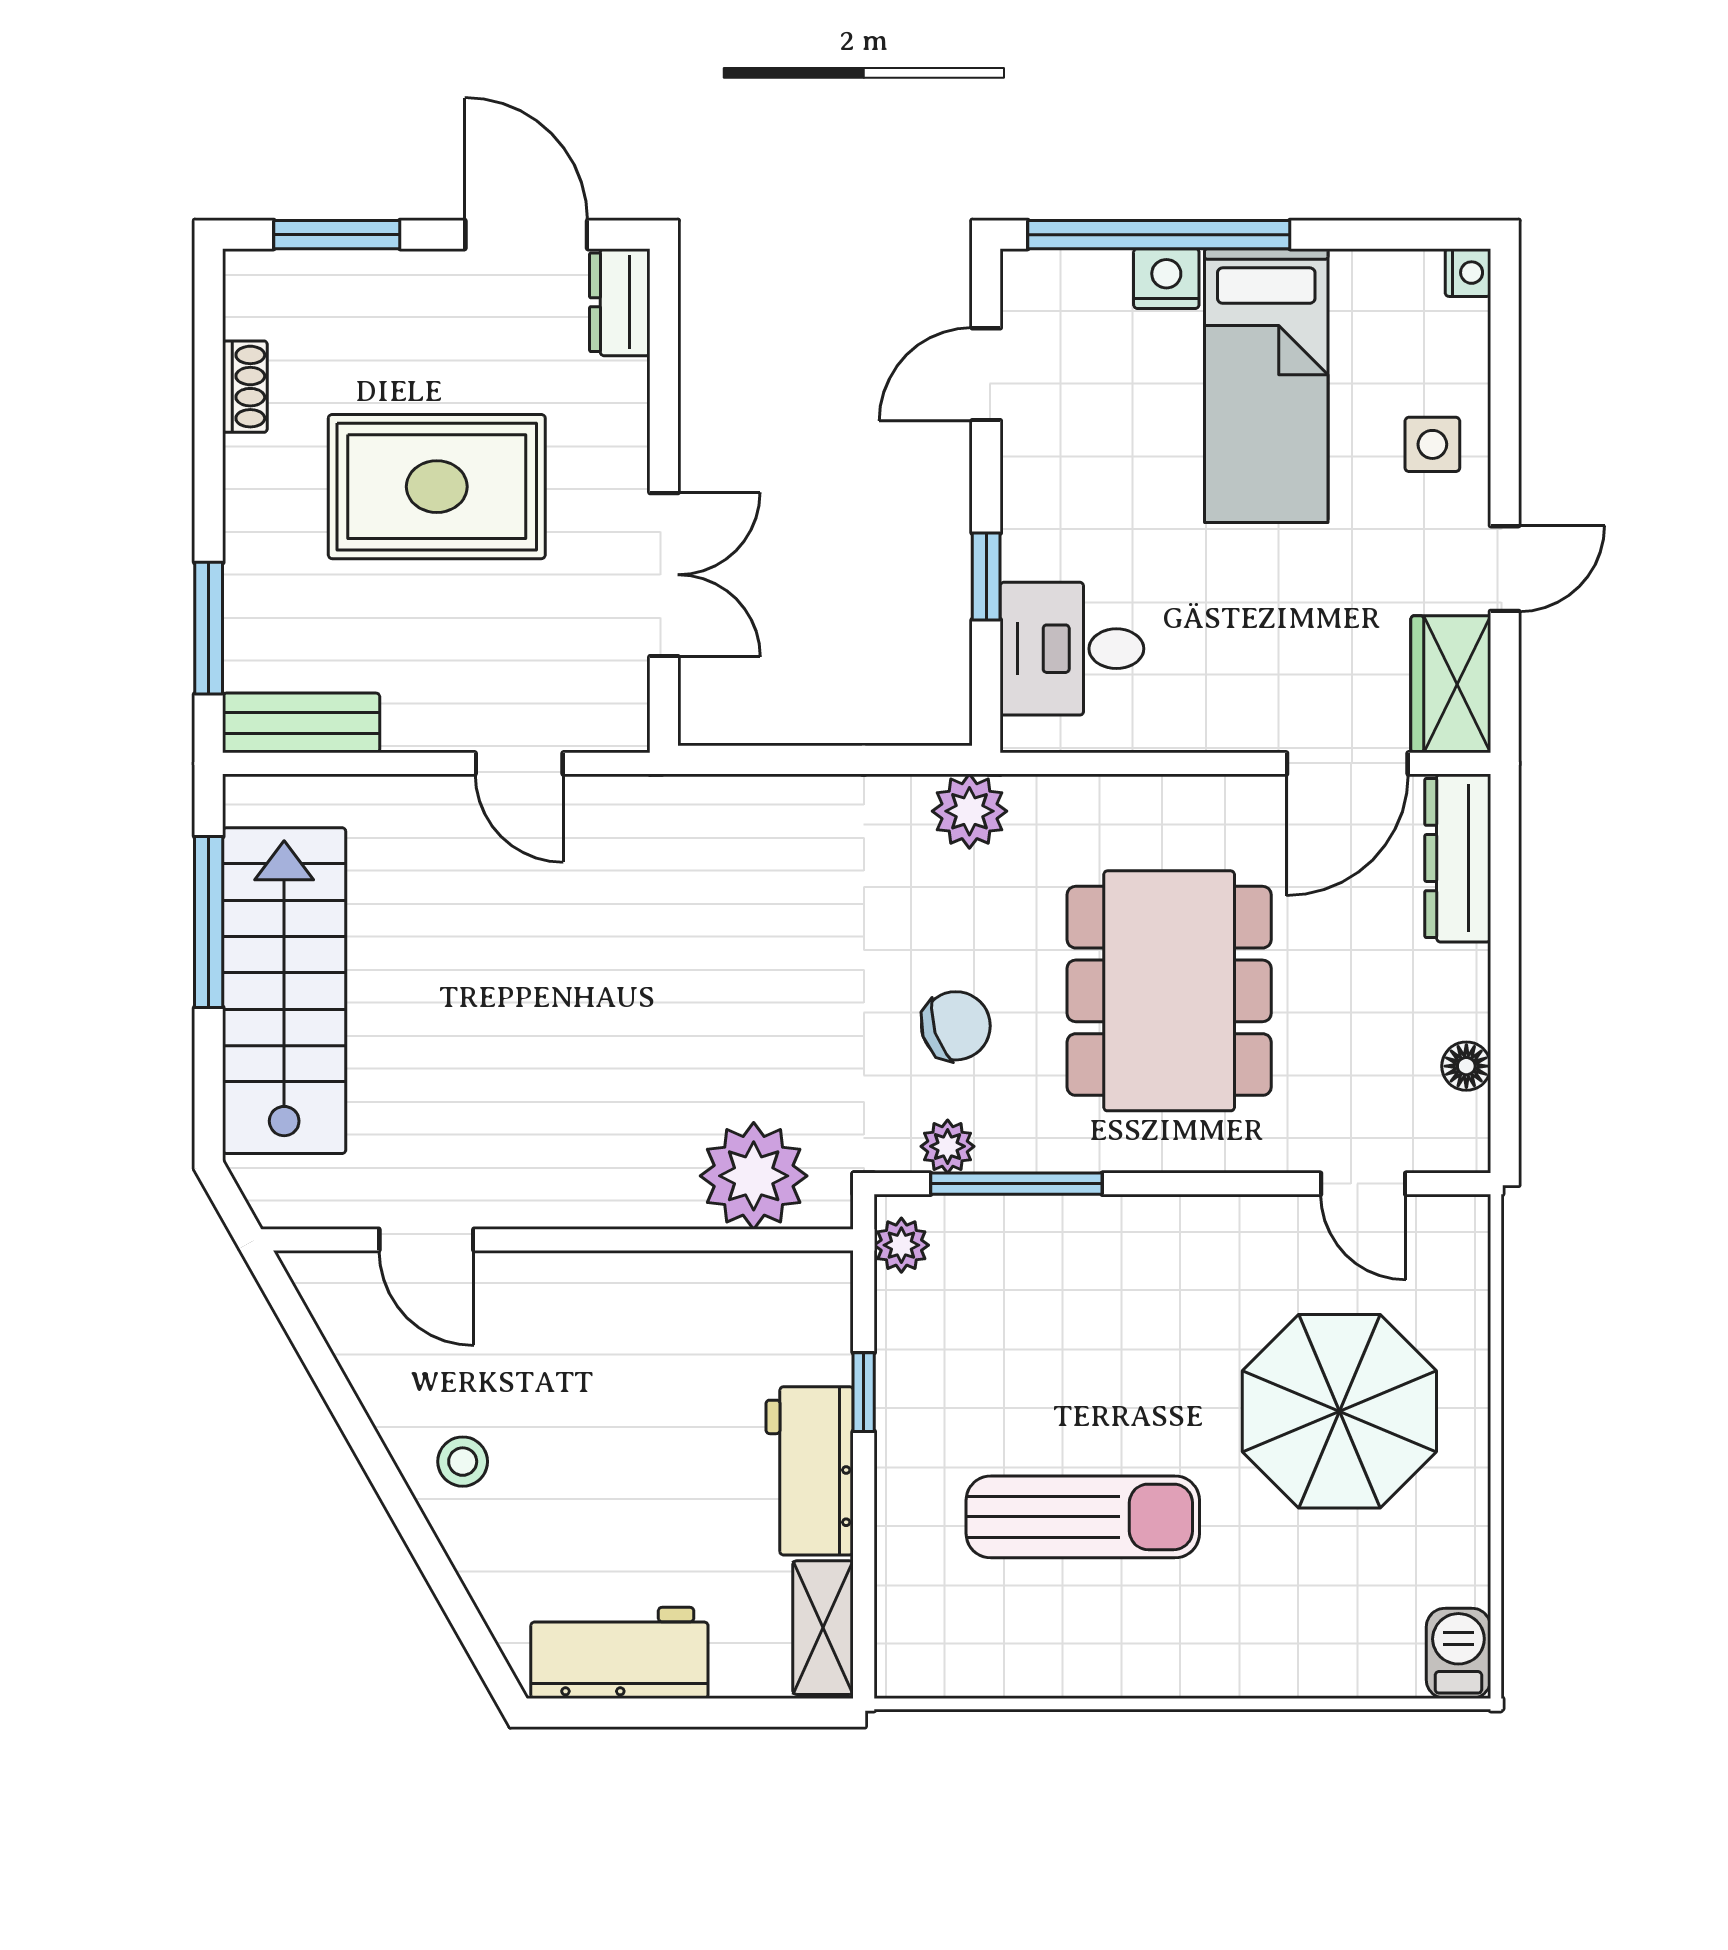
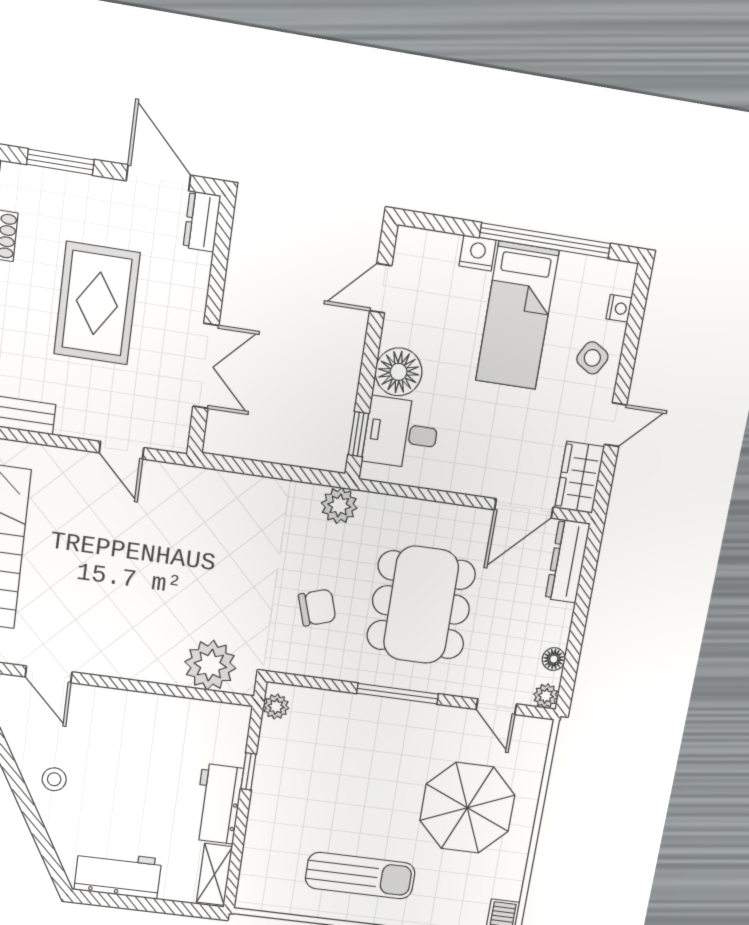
window: (1159, 235) -> (545, 241), moved
nightstand: (1468, 273) -> (619, 308), moved
side table: (1432, 444) -> (592, 358), turned 30
rug: (437, 487) -> (97, 303), turned 90
floor lamp: (1047, 530) -> (399, 372), added
window: (986, 576) -> (358, 434), moved
plant: (948, 1146) -> (546, 696), moved
window: (1016, 1184) -> (398, 694), moved
sun lounger: (1083, 1517) -> (360, 876), moved

